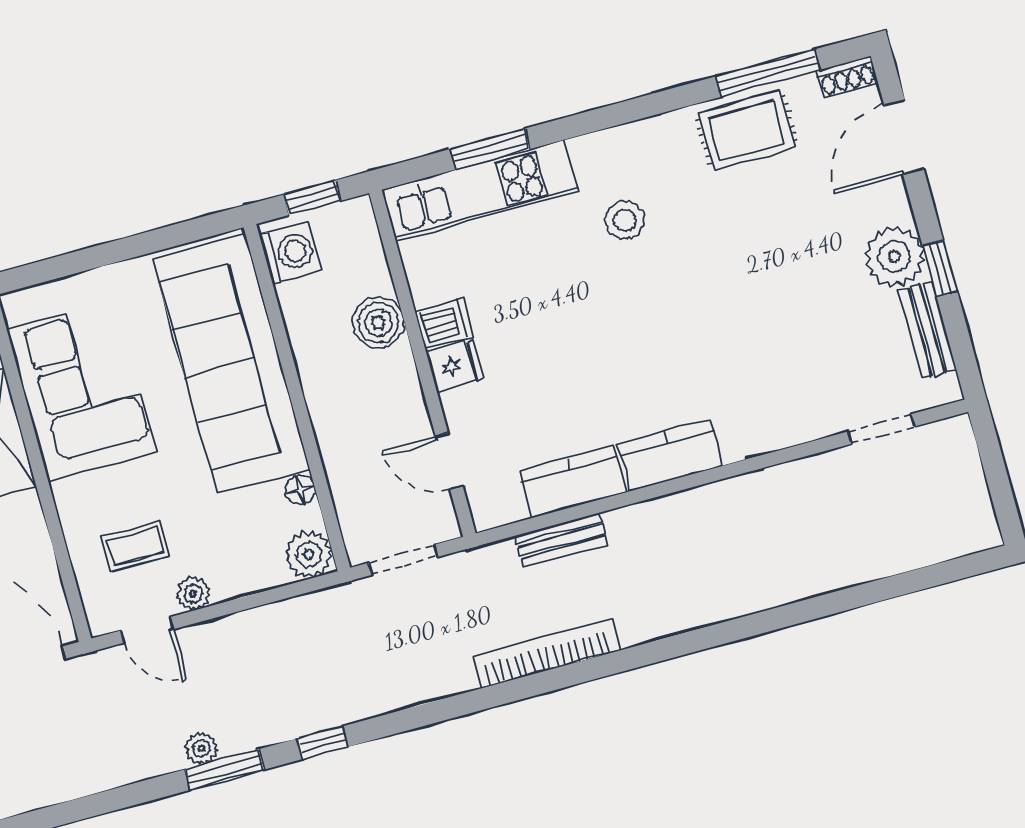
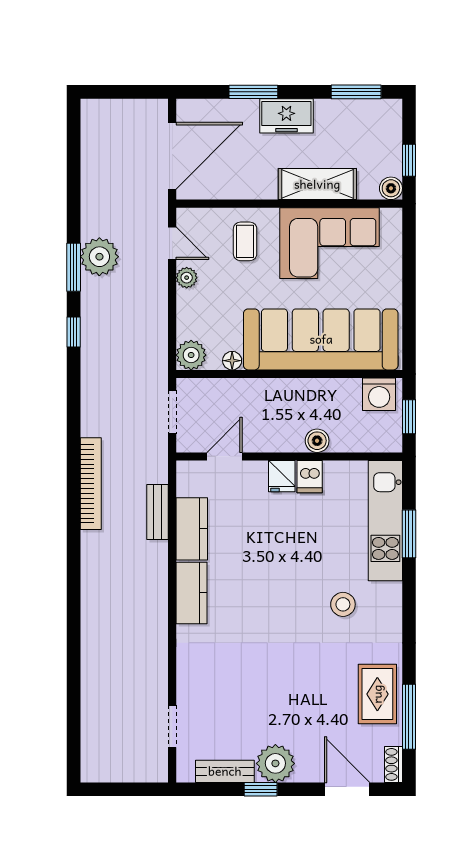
boiler: (378, 323) -> (317, 441), width x0.73, depth x0.73
coffee table: (135, 546) -> (245, 241), moved
door: (147, 630) -> (172, 243), swing flipped
plant: (201, 748) -> (99, 257), width x1.88, depth x1.88

